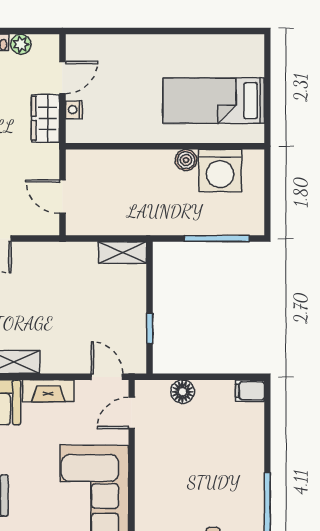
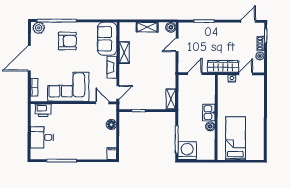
door: (62, 77) -> (246, 74), swing flipped
wardrobe: (45, 118) -> (223, 66), width x1.50
kitchen sink: (154, 164) -> (209, 113), added
washing machine: (220, 171) -> (187, 151), moved, turned 90

